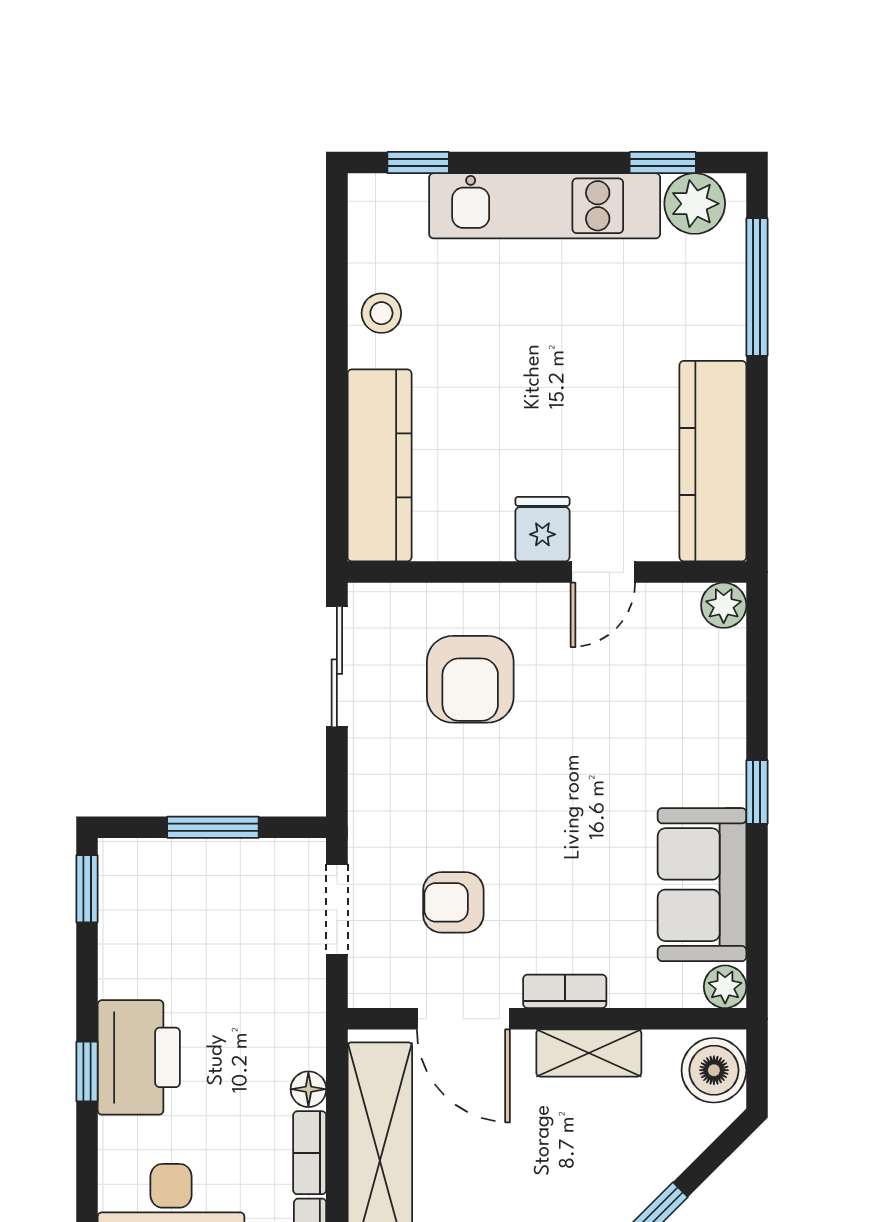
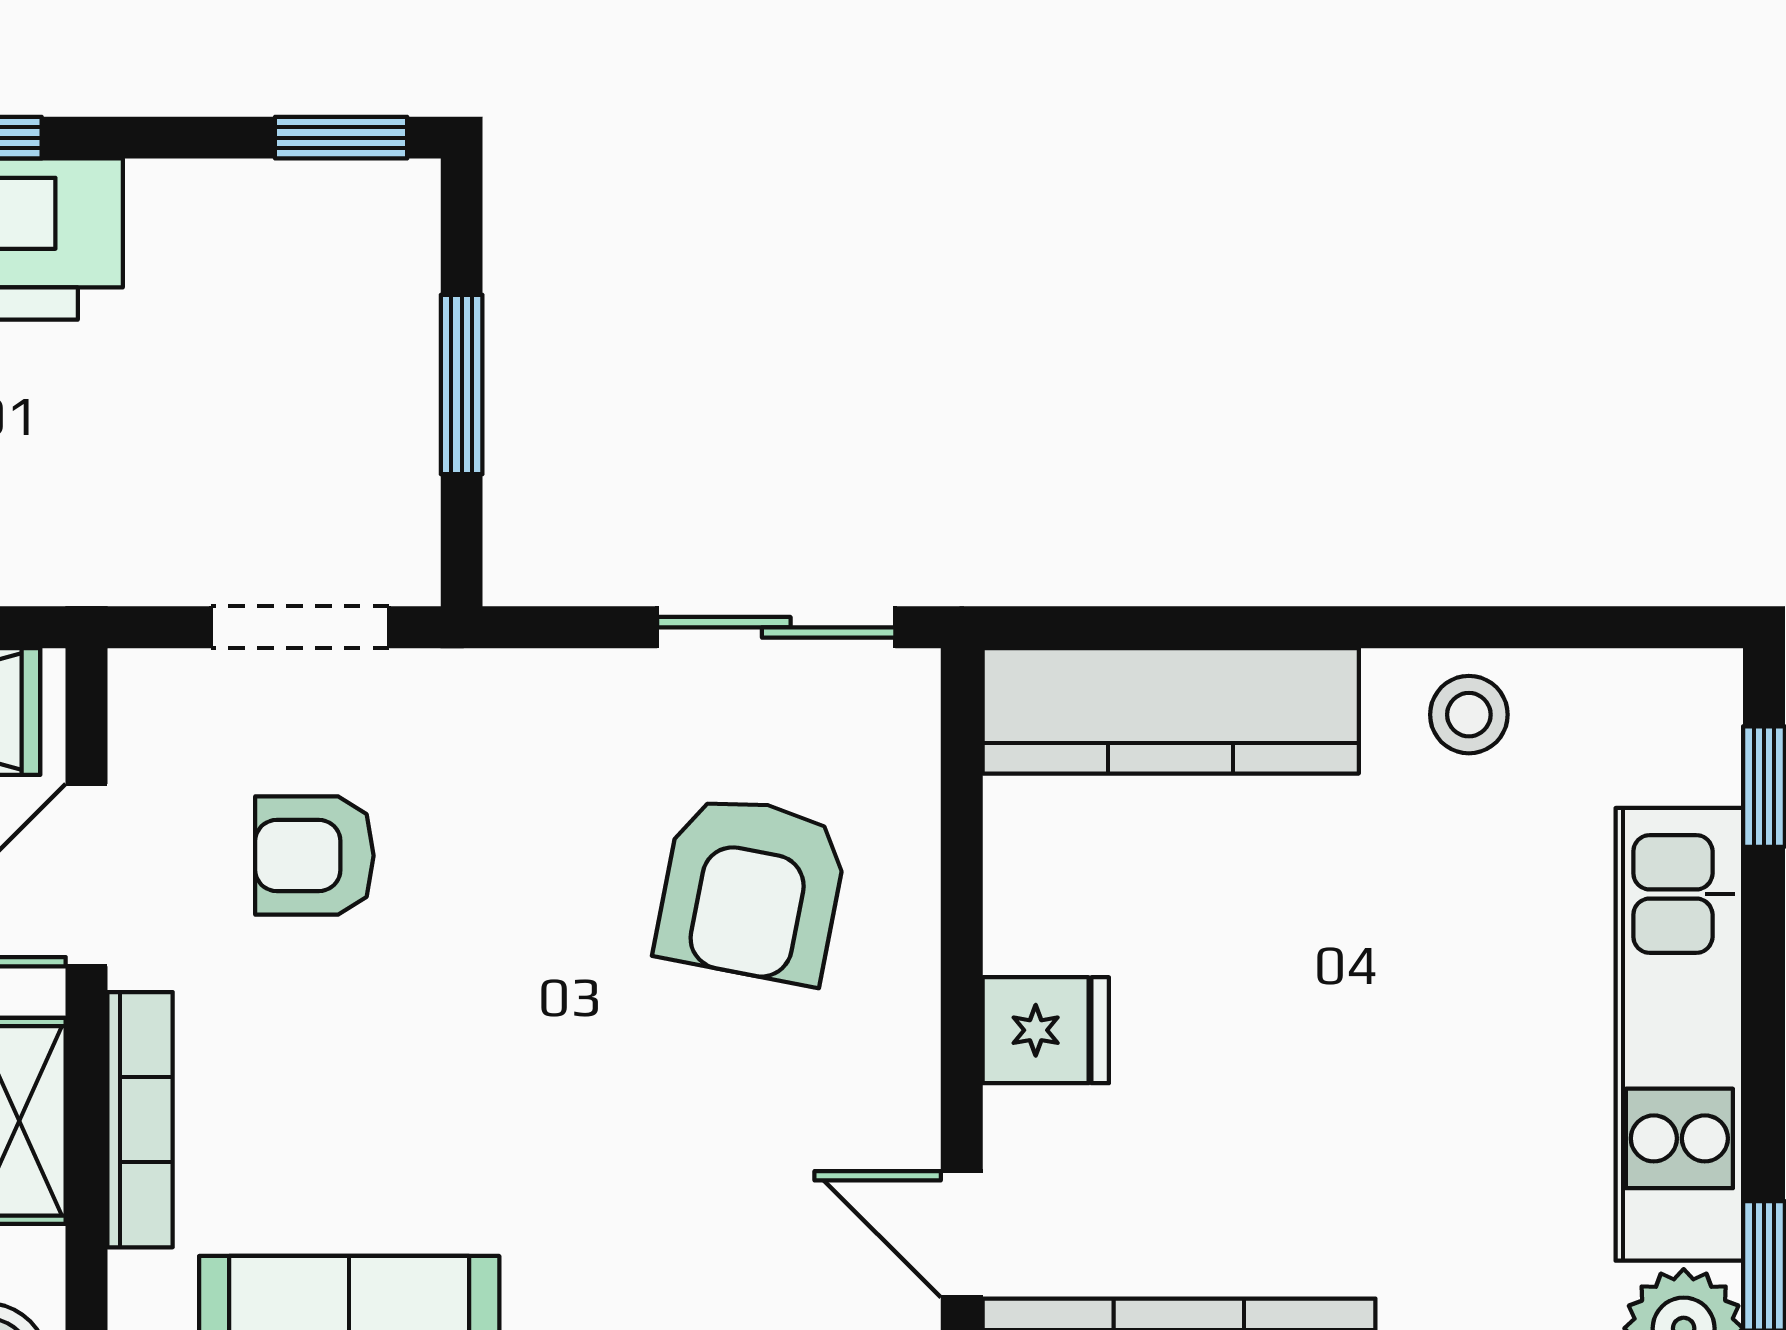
door: (603, 572) -> (962, 1234), moved
armchair: (470, 679) -> (752, 889), turned -79
armchair: (453, 902) -> (314, 856), turned -90
bookcase: (565, 991) -> (140, 1120), width x1.56

